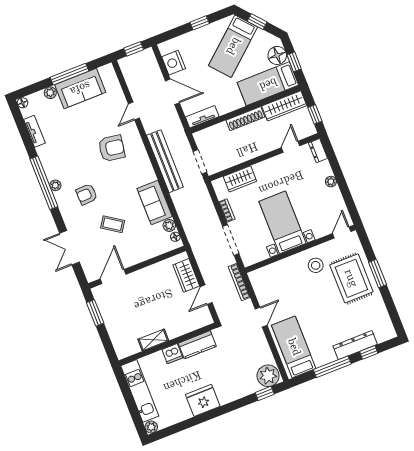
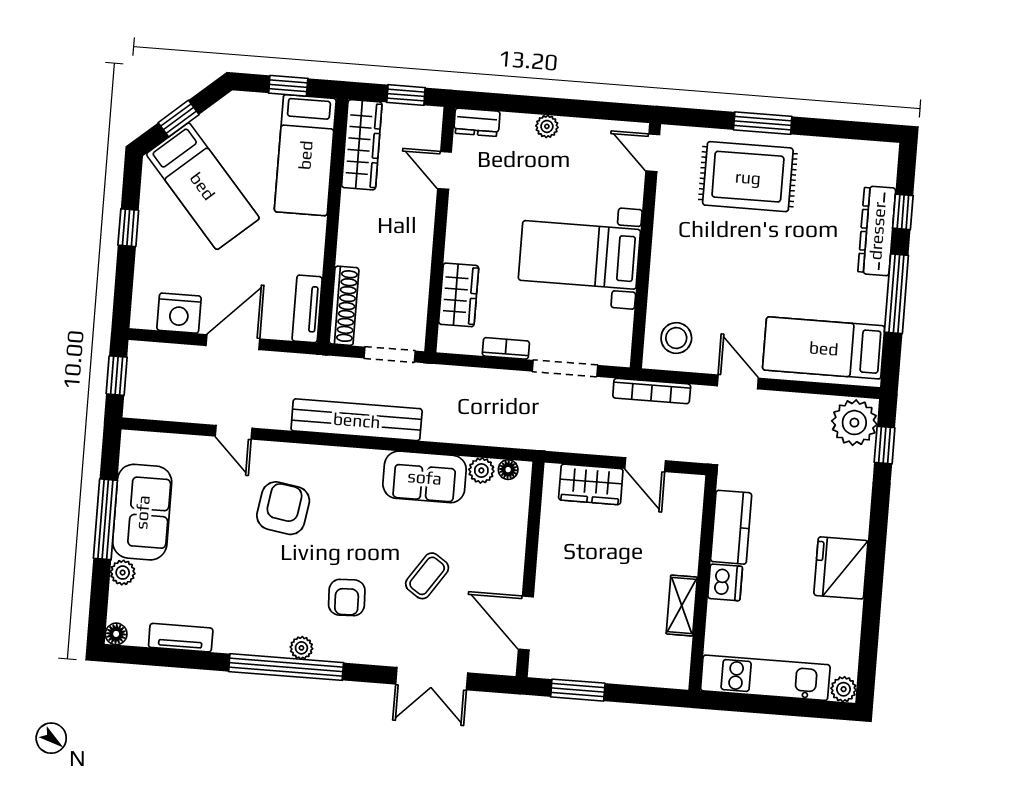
floor lamp: (277, 55) -> (261, 112), removed
shoe rack: (245, 119) -> (344, 306), moved
stool: (316, 265) -> (676, 338), moved

